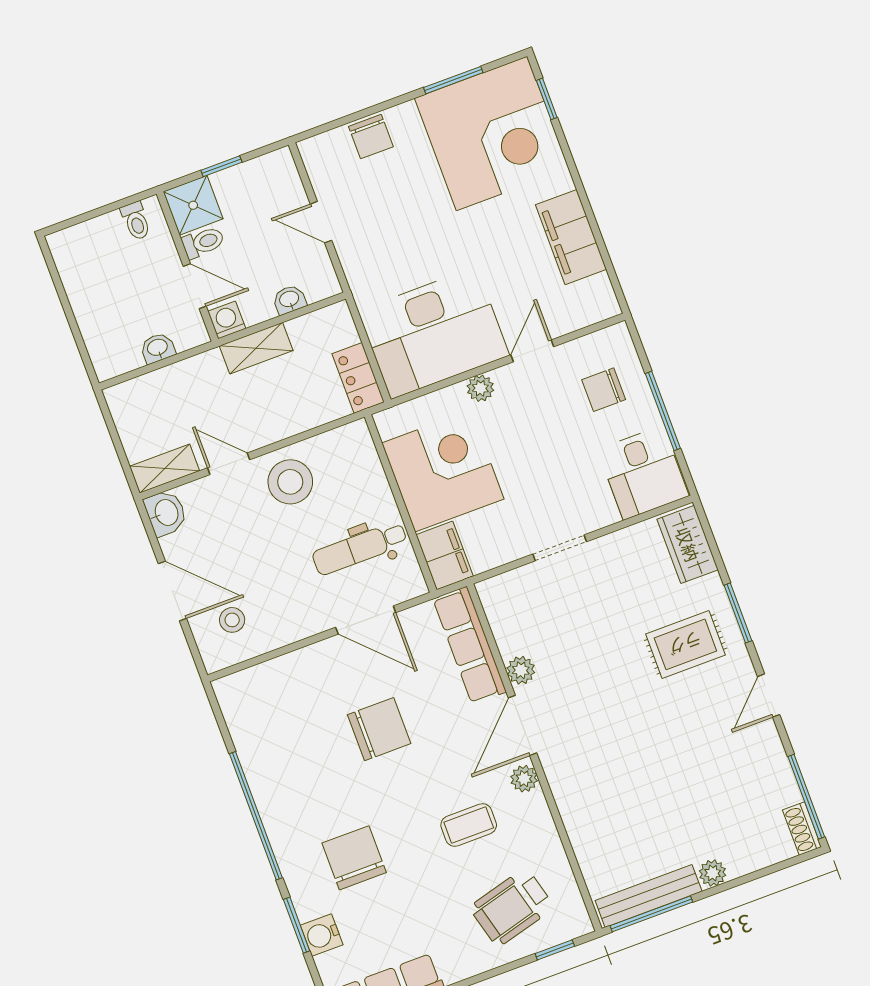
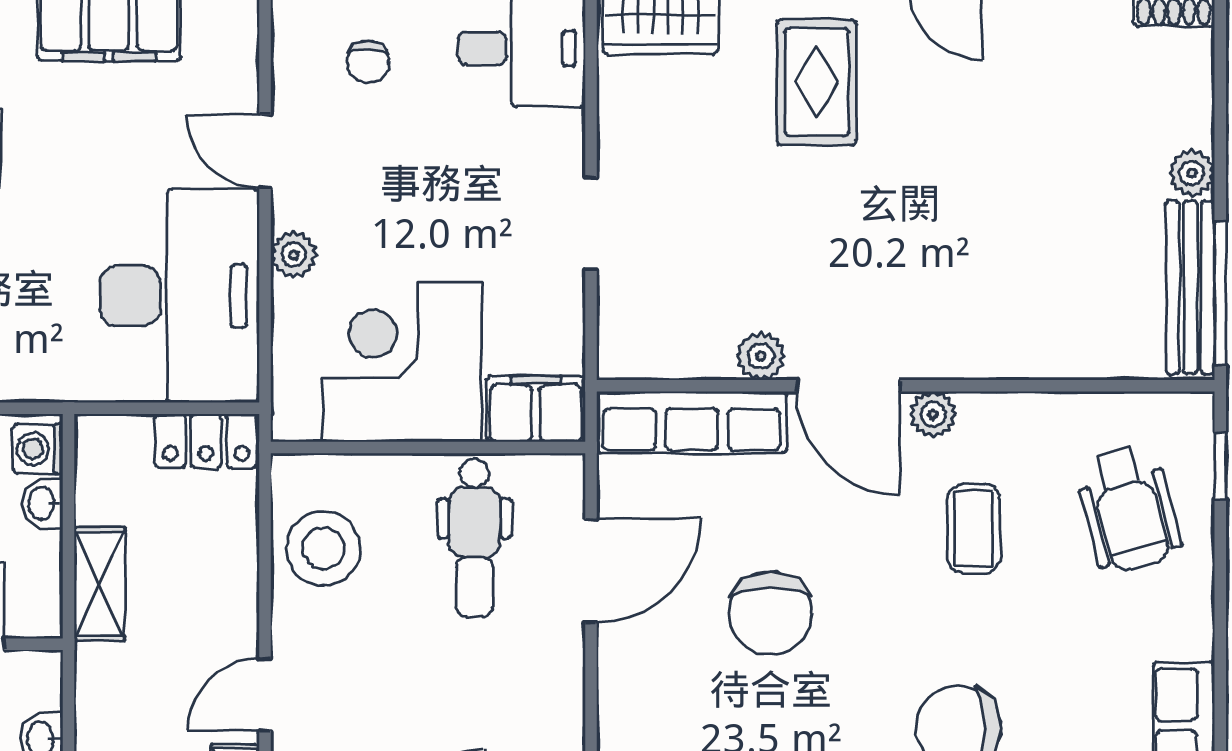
washing machine: (227, 320) -> (38, 449), moved
chair: (604, 390) -> (368, 62), width x0.73, depth x0.73
stool: (290, 482) -> (323, 548), moved
chair: (379, 729) -> (770, 613), turned 180

